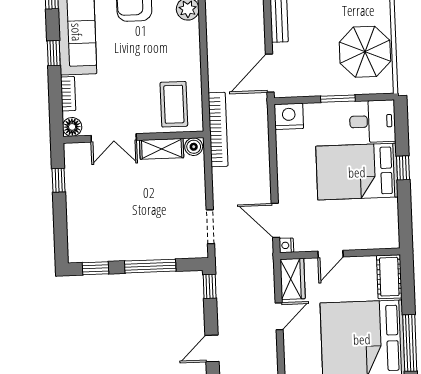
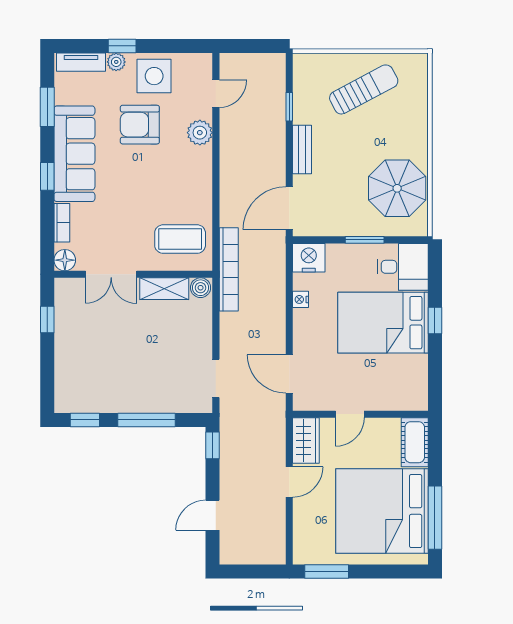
coffee table: (174, 104) -> (180, 239), turned 90
nightstand: (286, 245) -> (301, 299), moved

